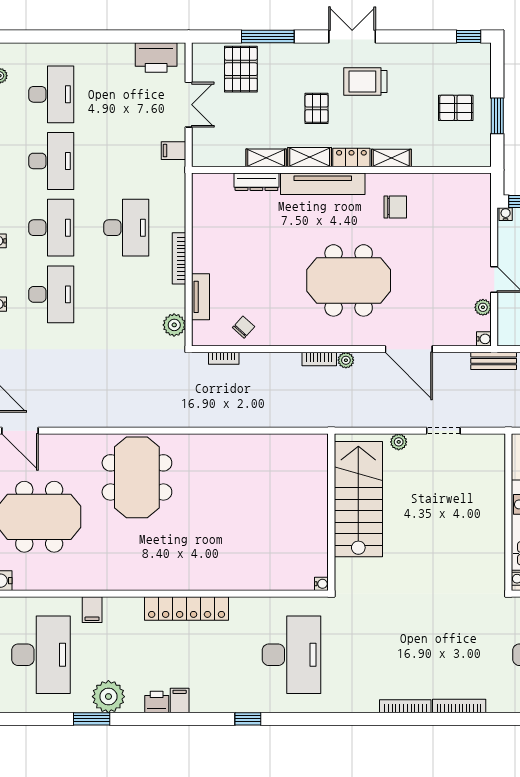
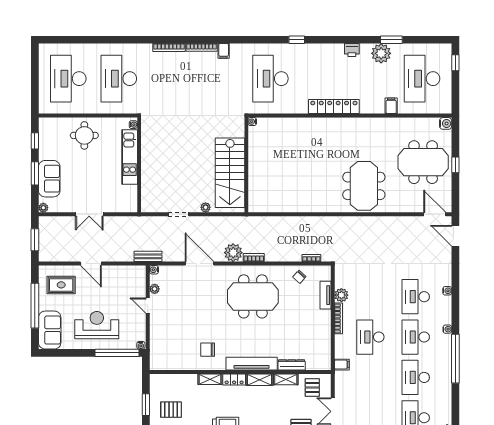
pallet: (317, 108) -> (312, 388), moved
filing cabinet: (173, 151) -> (342, 365), moved
meeting table: (349, 280) -> (253, 296), moved
plant: (174, 325) -> (341, 295), moved
plant: (346, 360) -> (233, 253), width x1.88, depth x1.88
filing cabinet: (180, 700) -> (224, 51), moved

